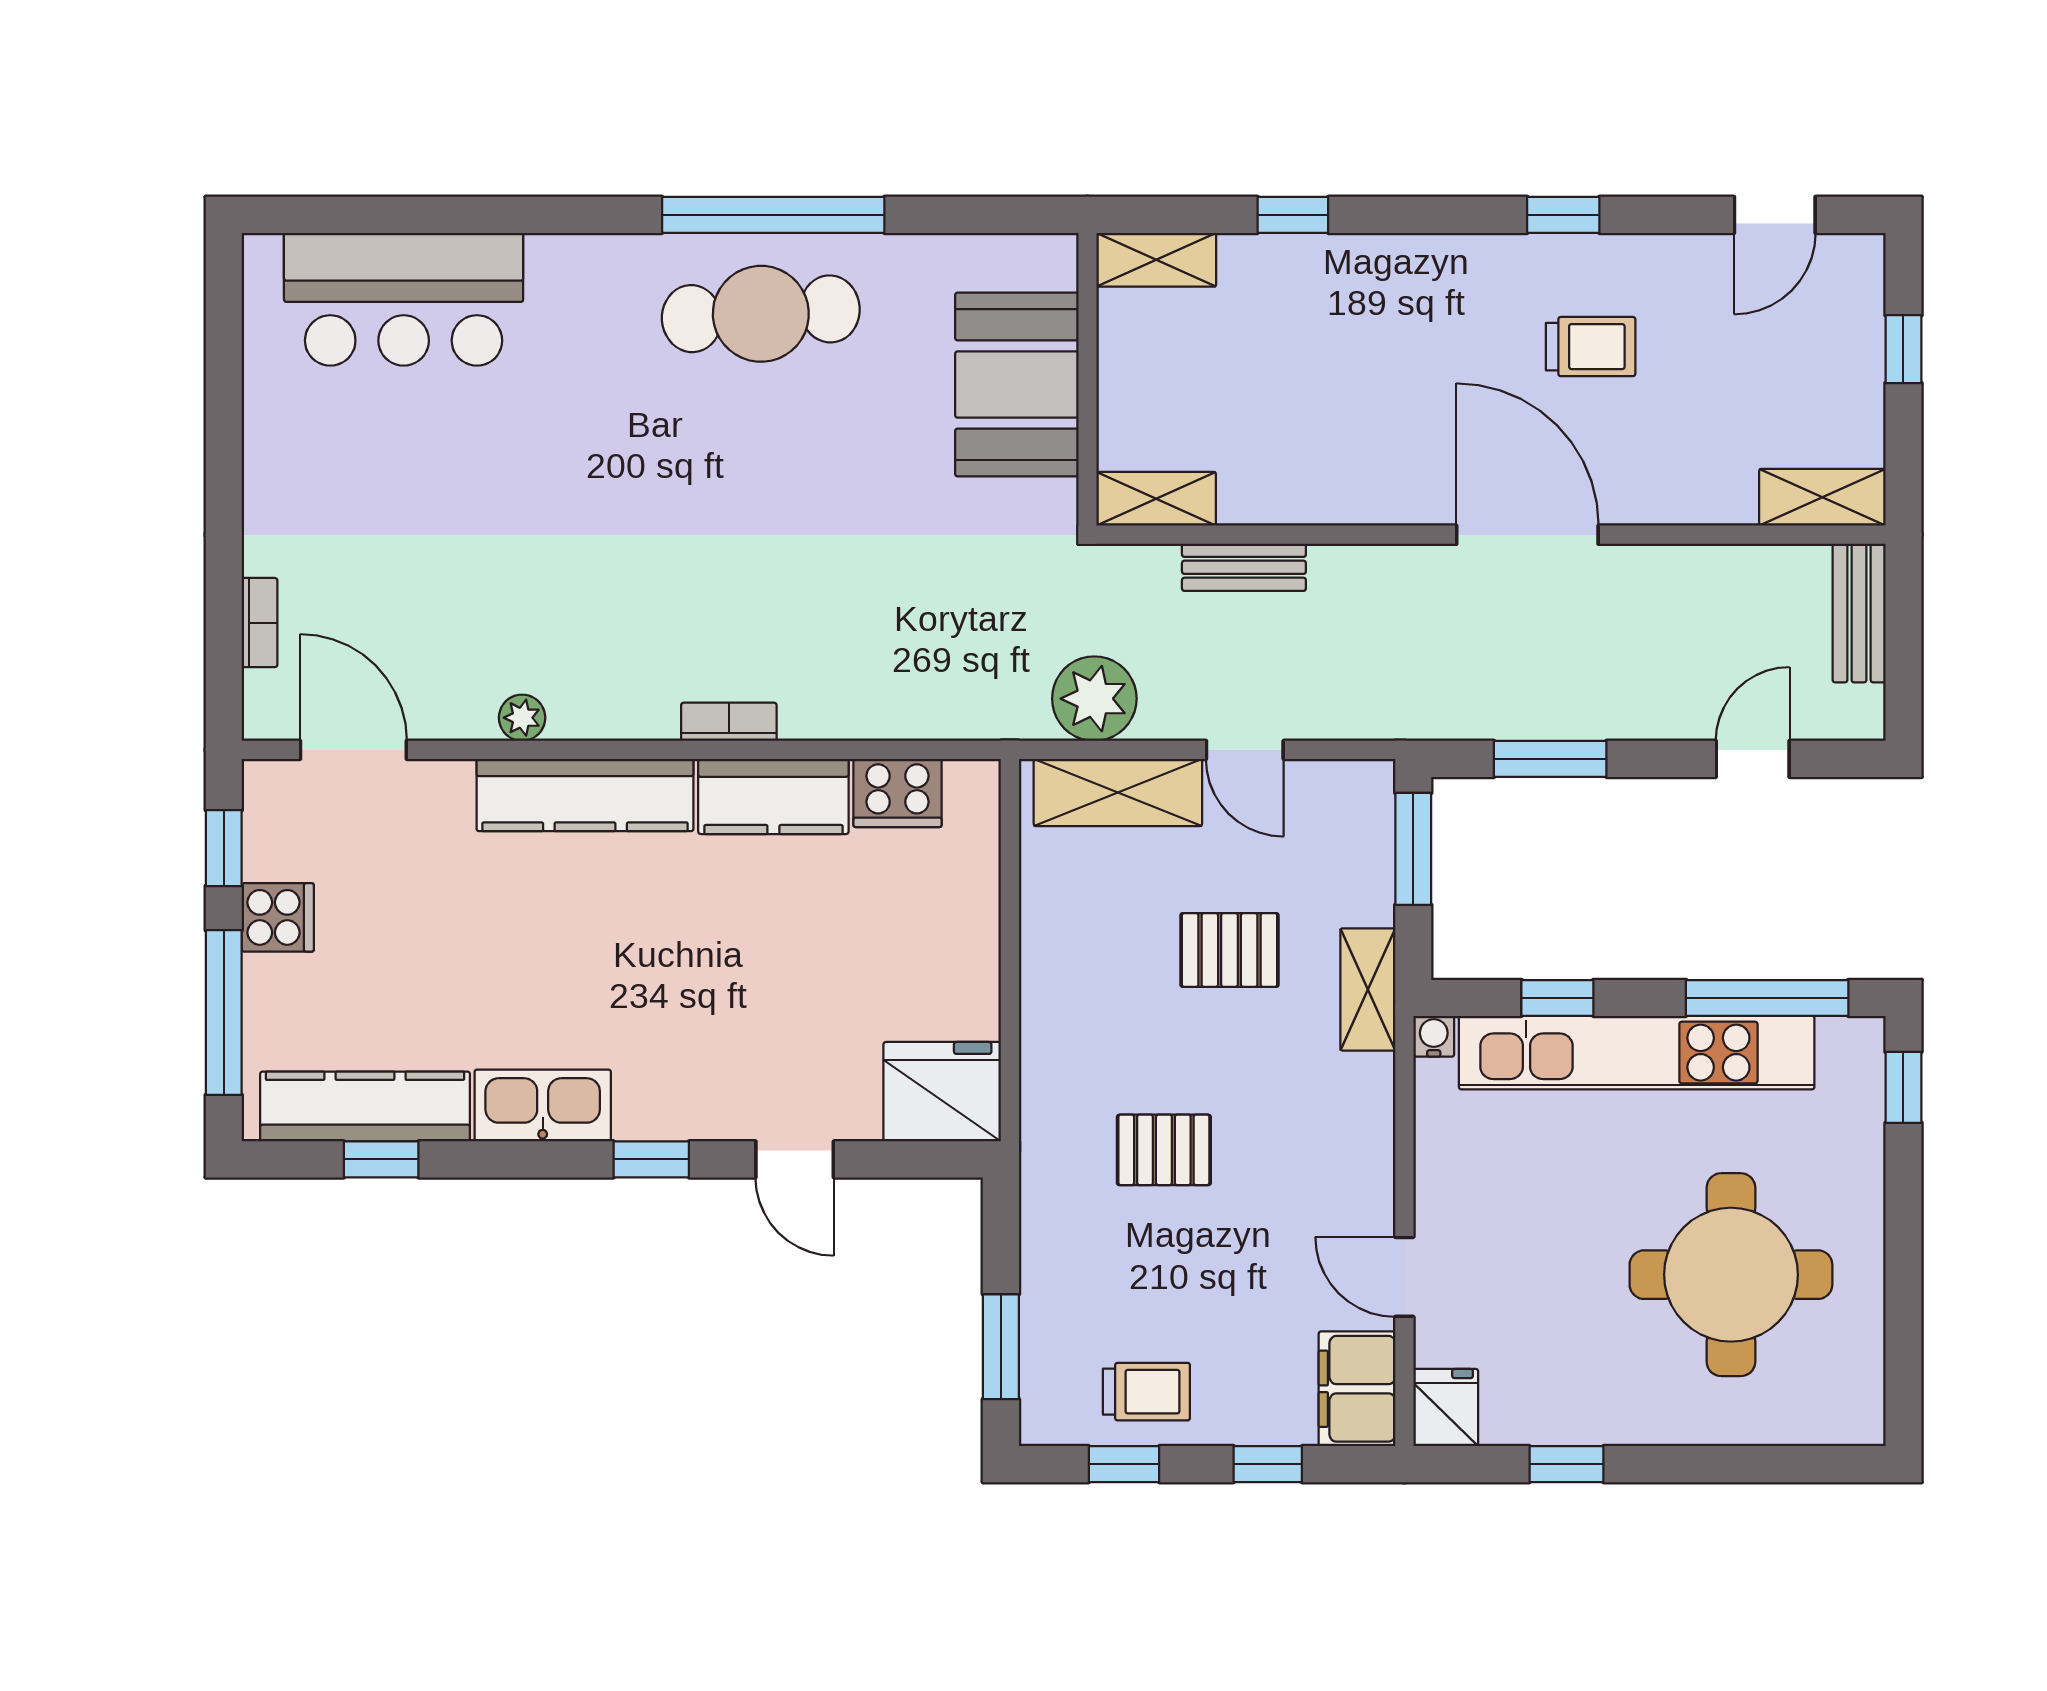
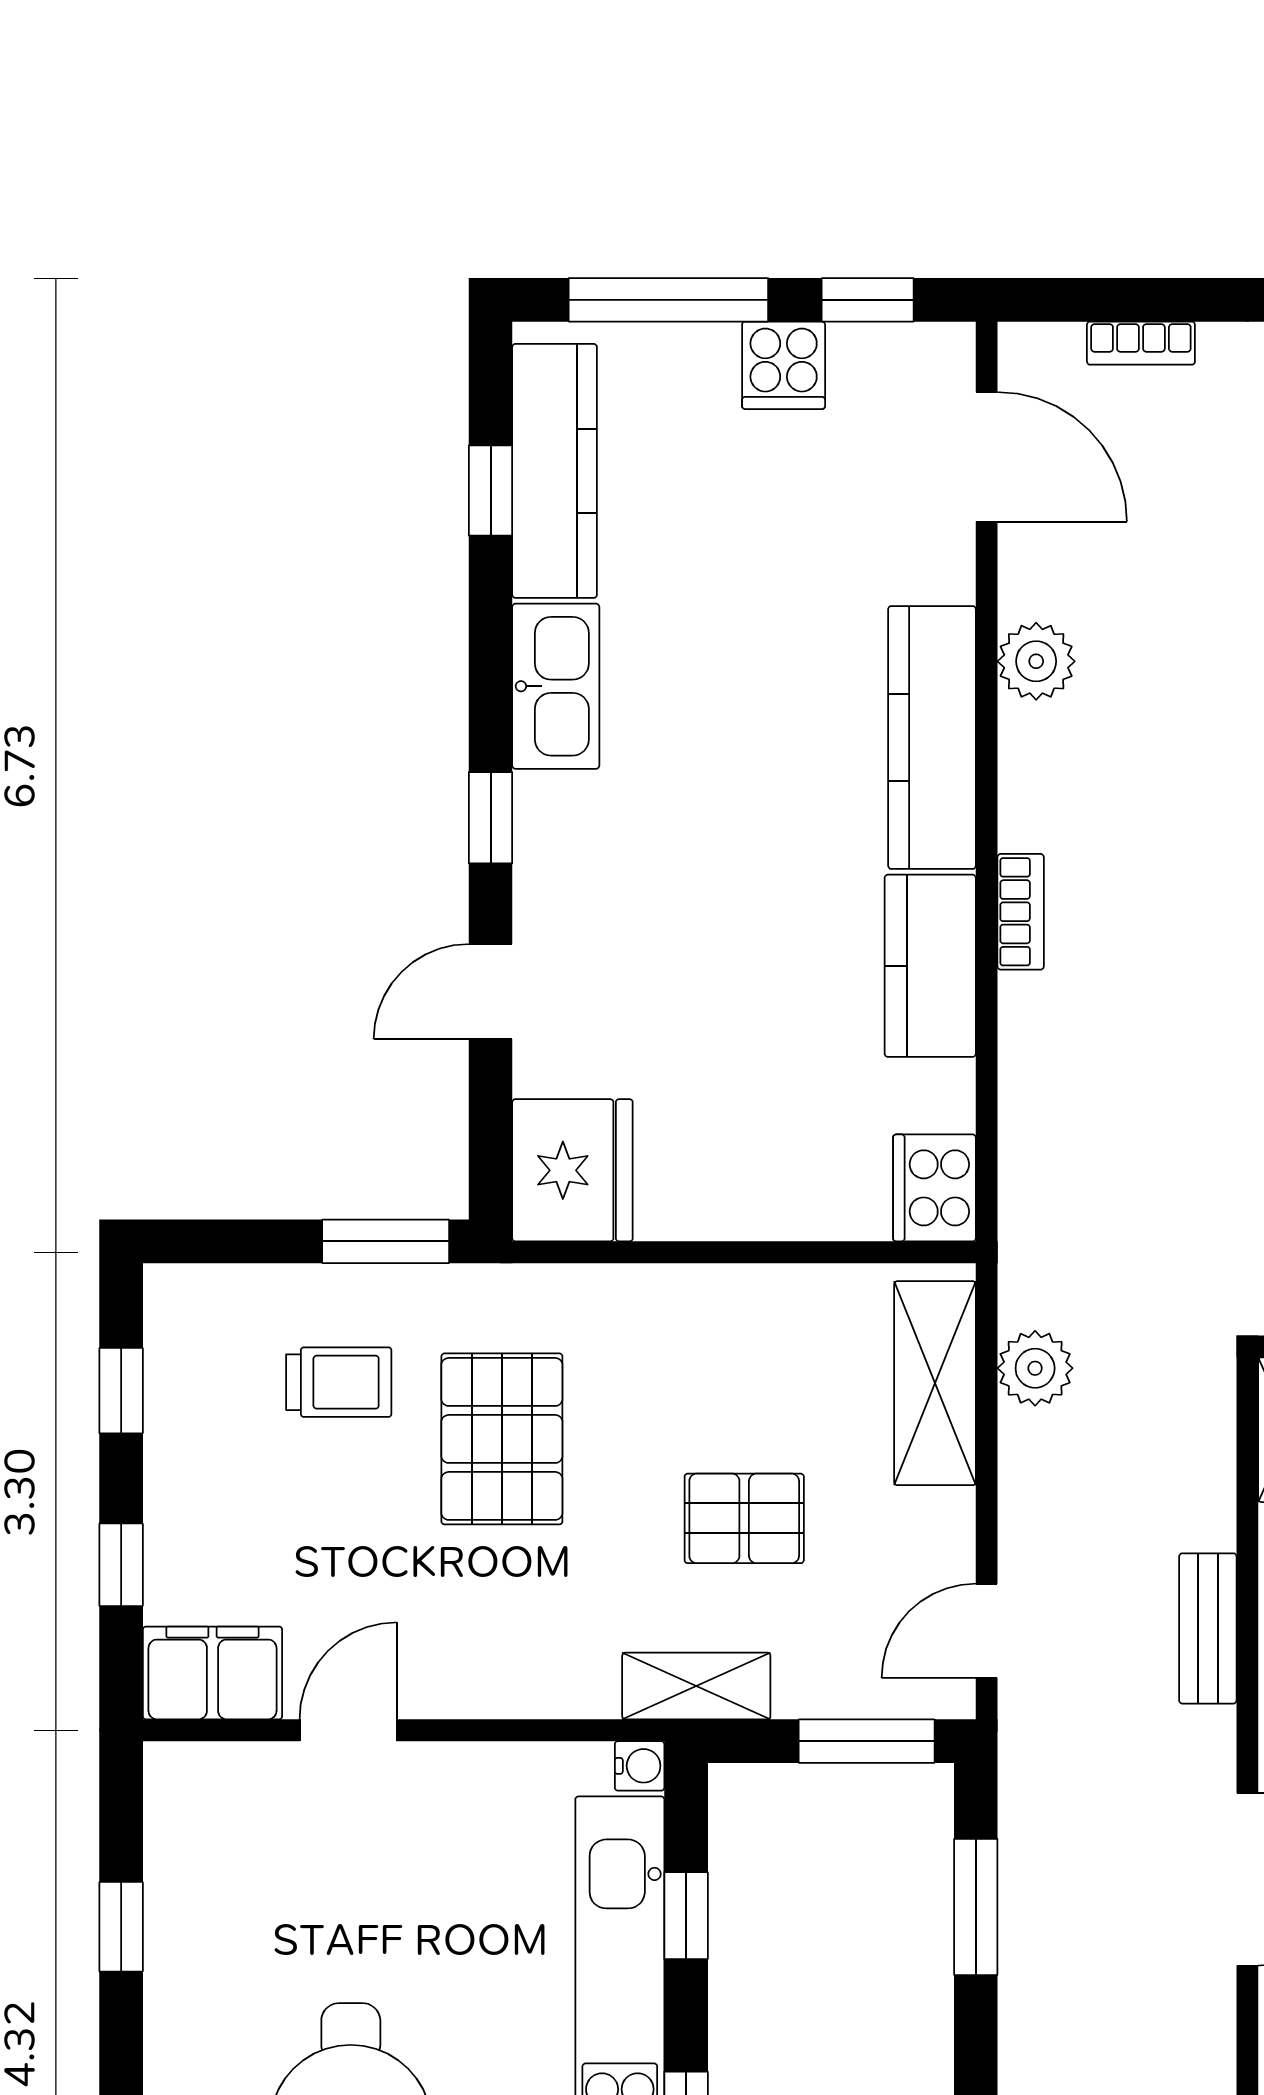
bench: (1244, 567) -> (1208, 1628), moved
plant: (1094, 699) -> (1035, 1368), width x0.73, depth x0.73
plant: (522, 718) -> (1036, 661), width x1.38, depth x1.38
door: (353, 750) -> (987, 457), hinge flipped
door: (1245, 750) -> (987, 1631), moved
cooker: (898, 793) -> (934, 1188), moved
pallet: (1230, 950) -> (744, 1518), turned 90
pallet: (1164, 1150) -> (502, 1439), width x1.50, depth x1.42
window: (1001, 1347) -> (386, 1241), moved
trolley: (1146, 1392) -> (339, 1382), moved, turned -90
fridge: (1446, 1408) -> (190, 1780), removed

